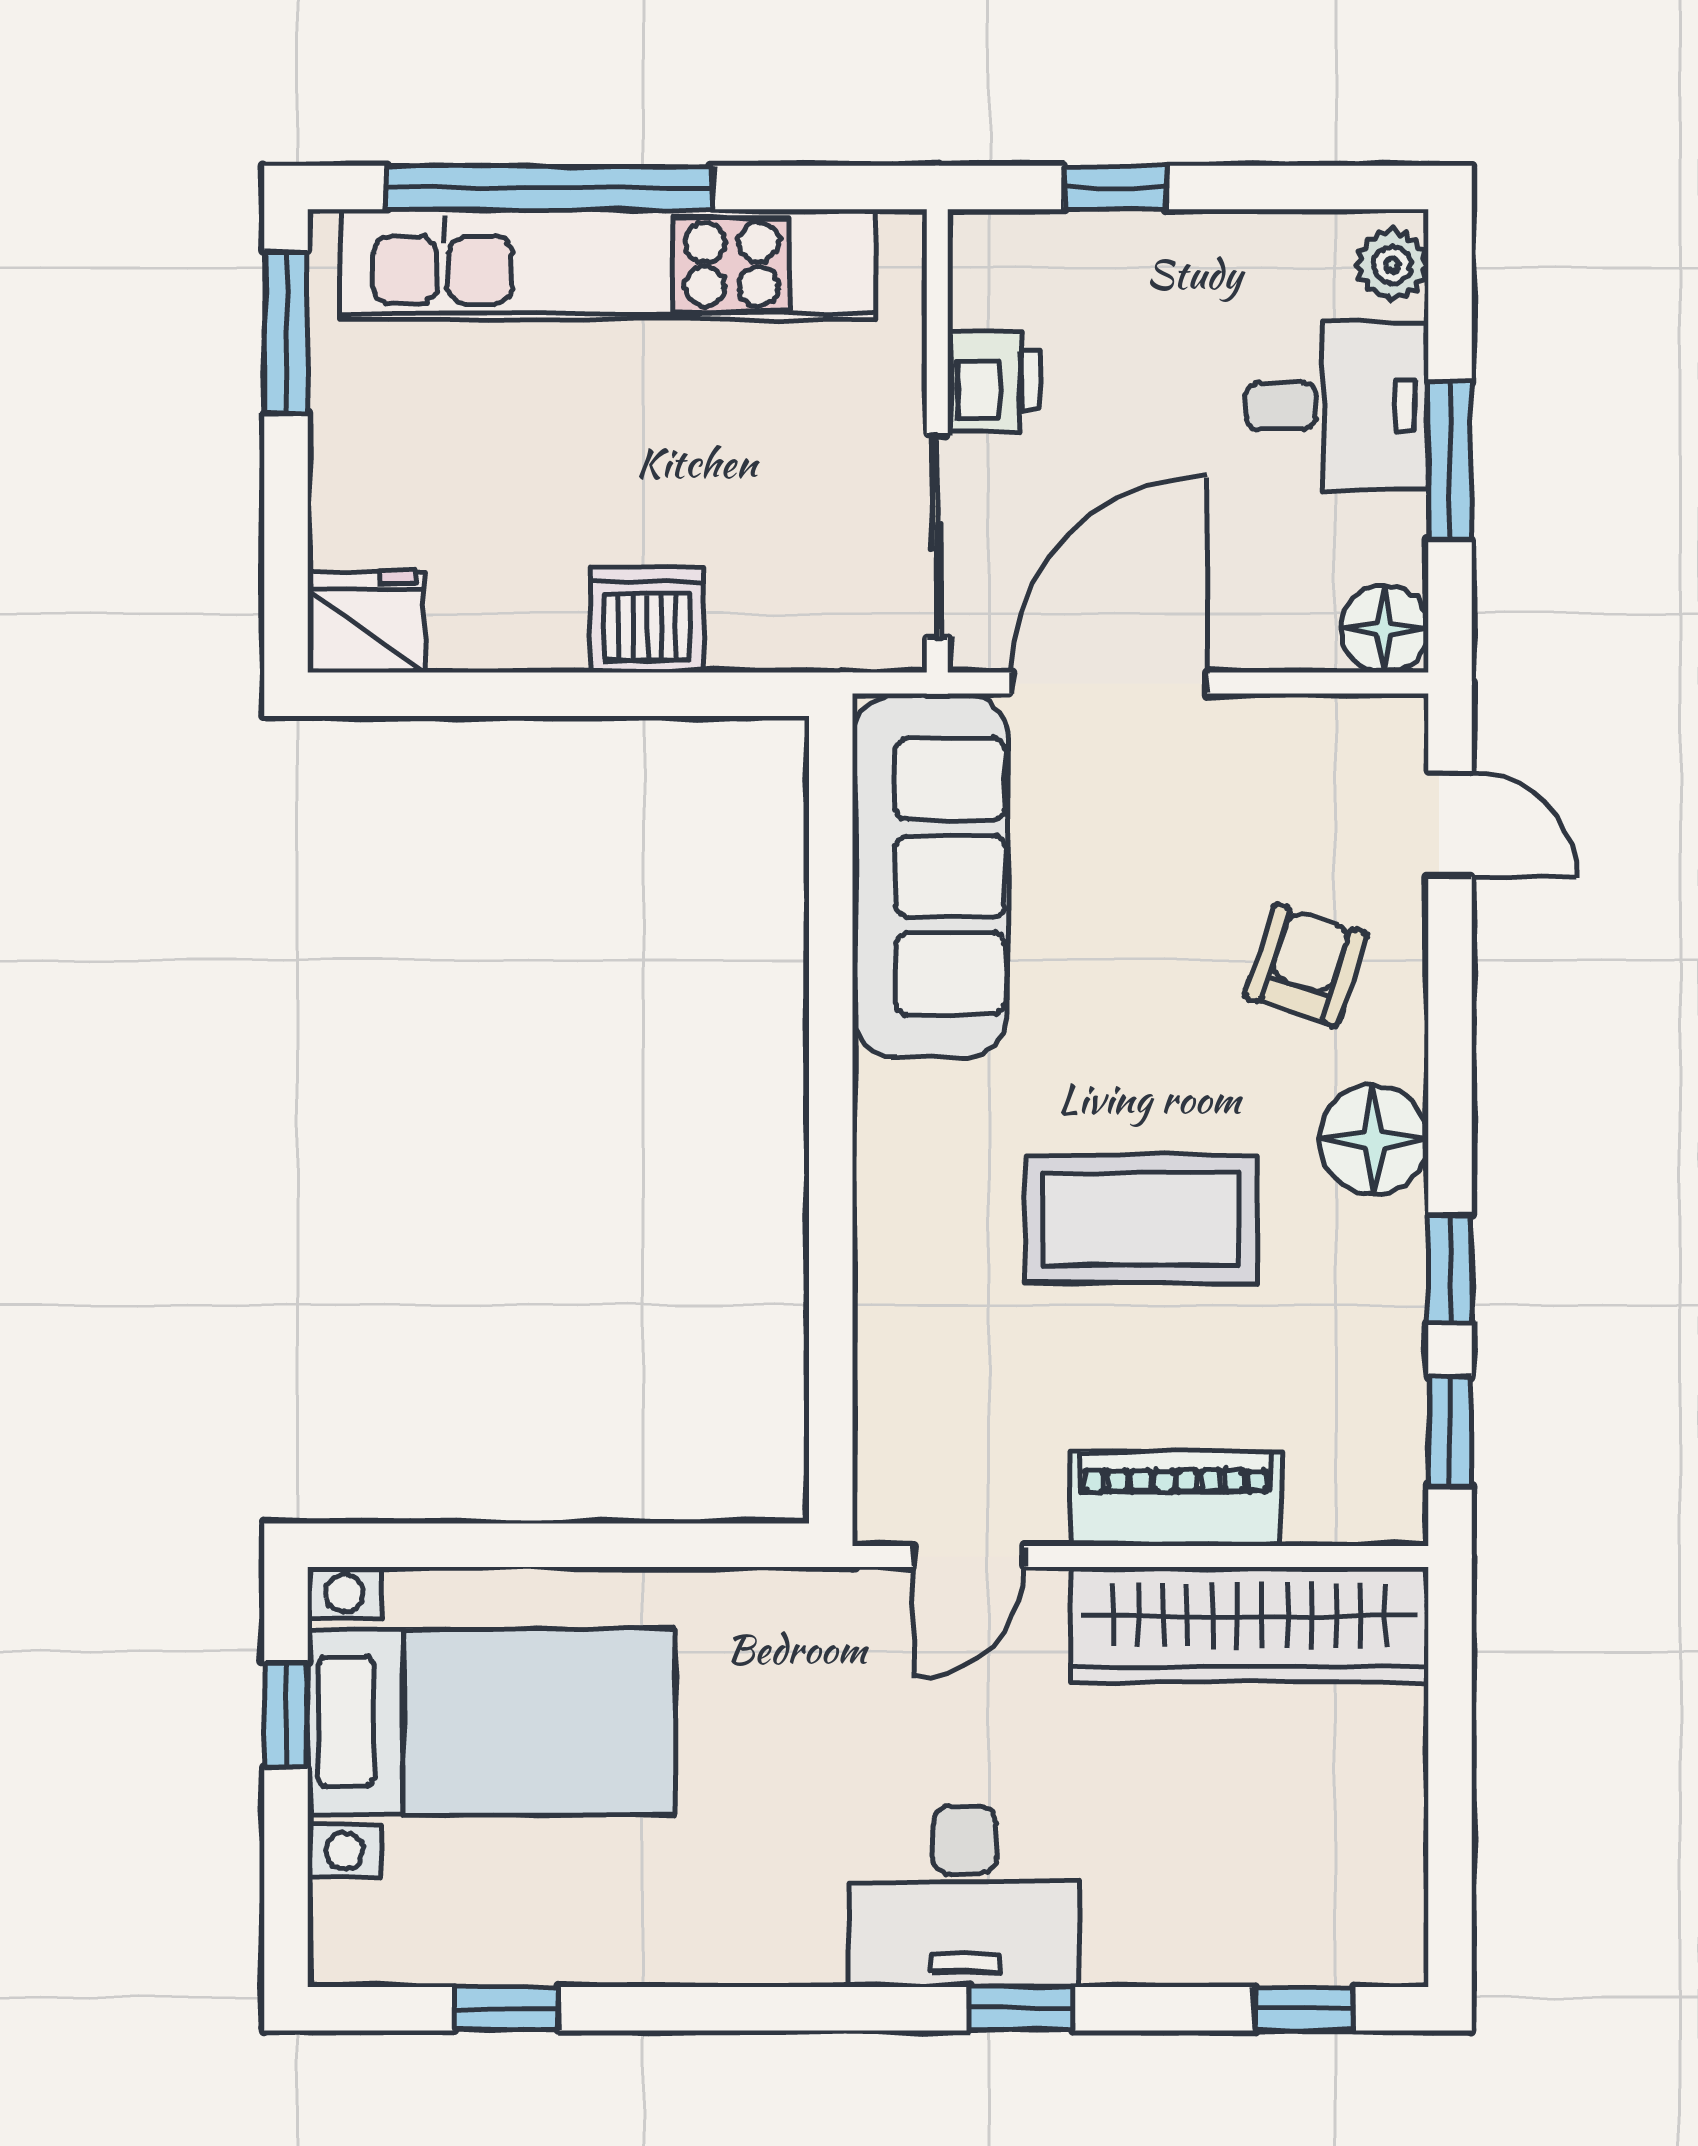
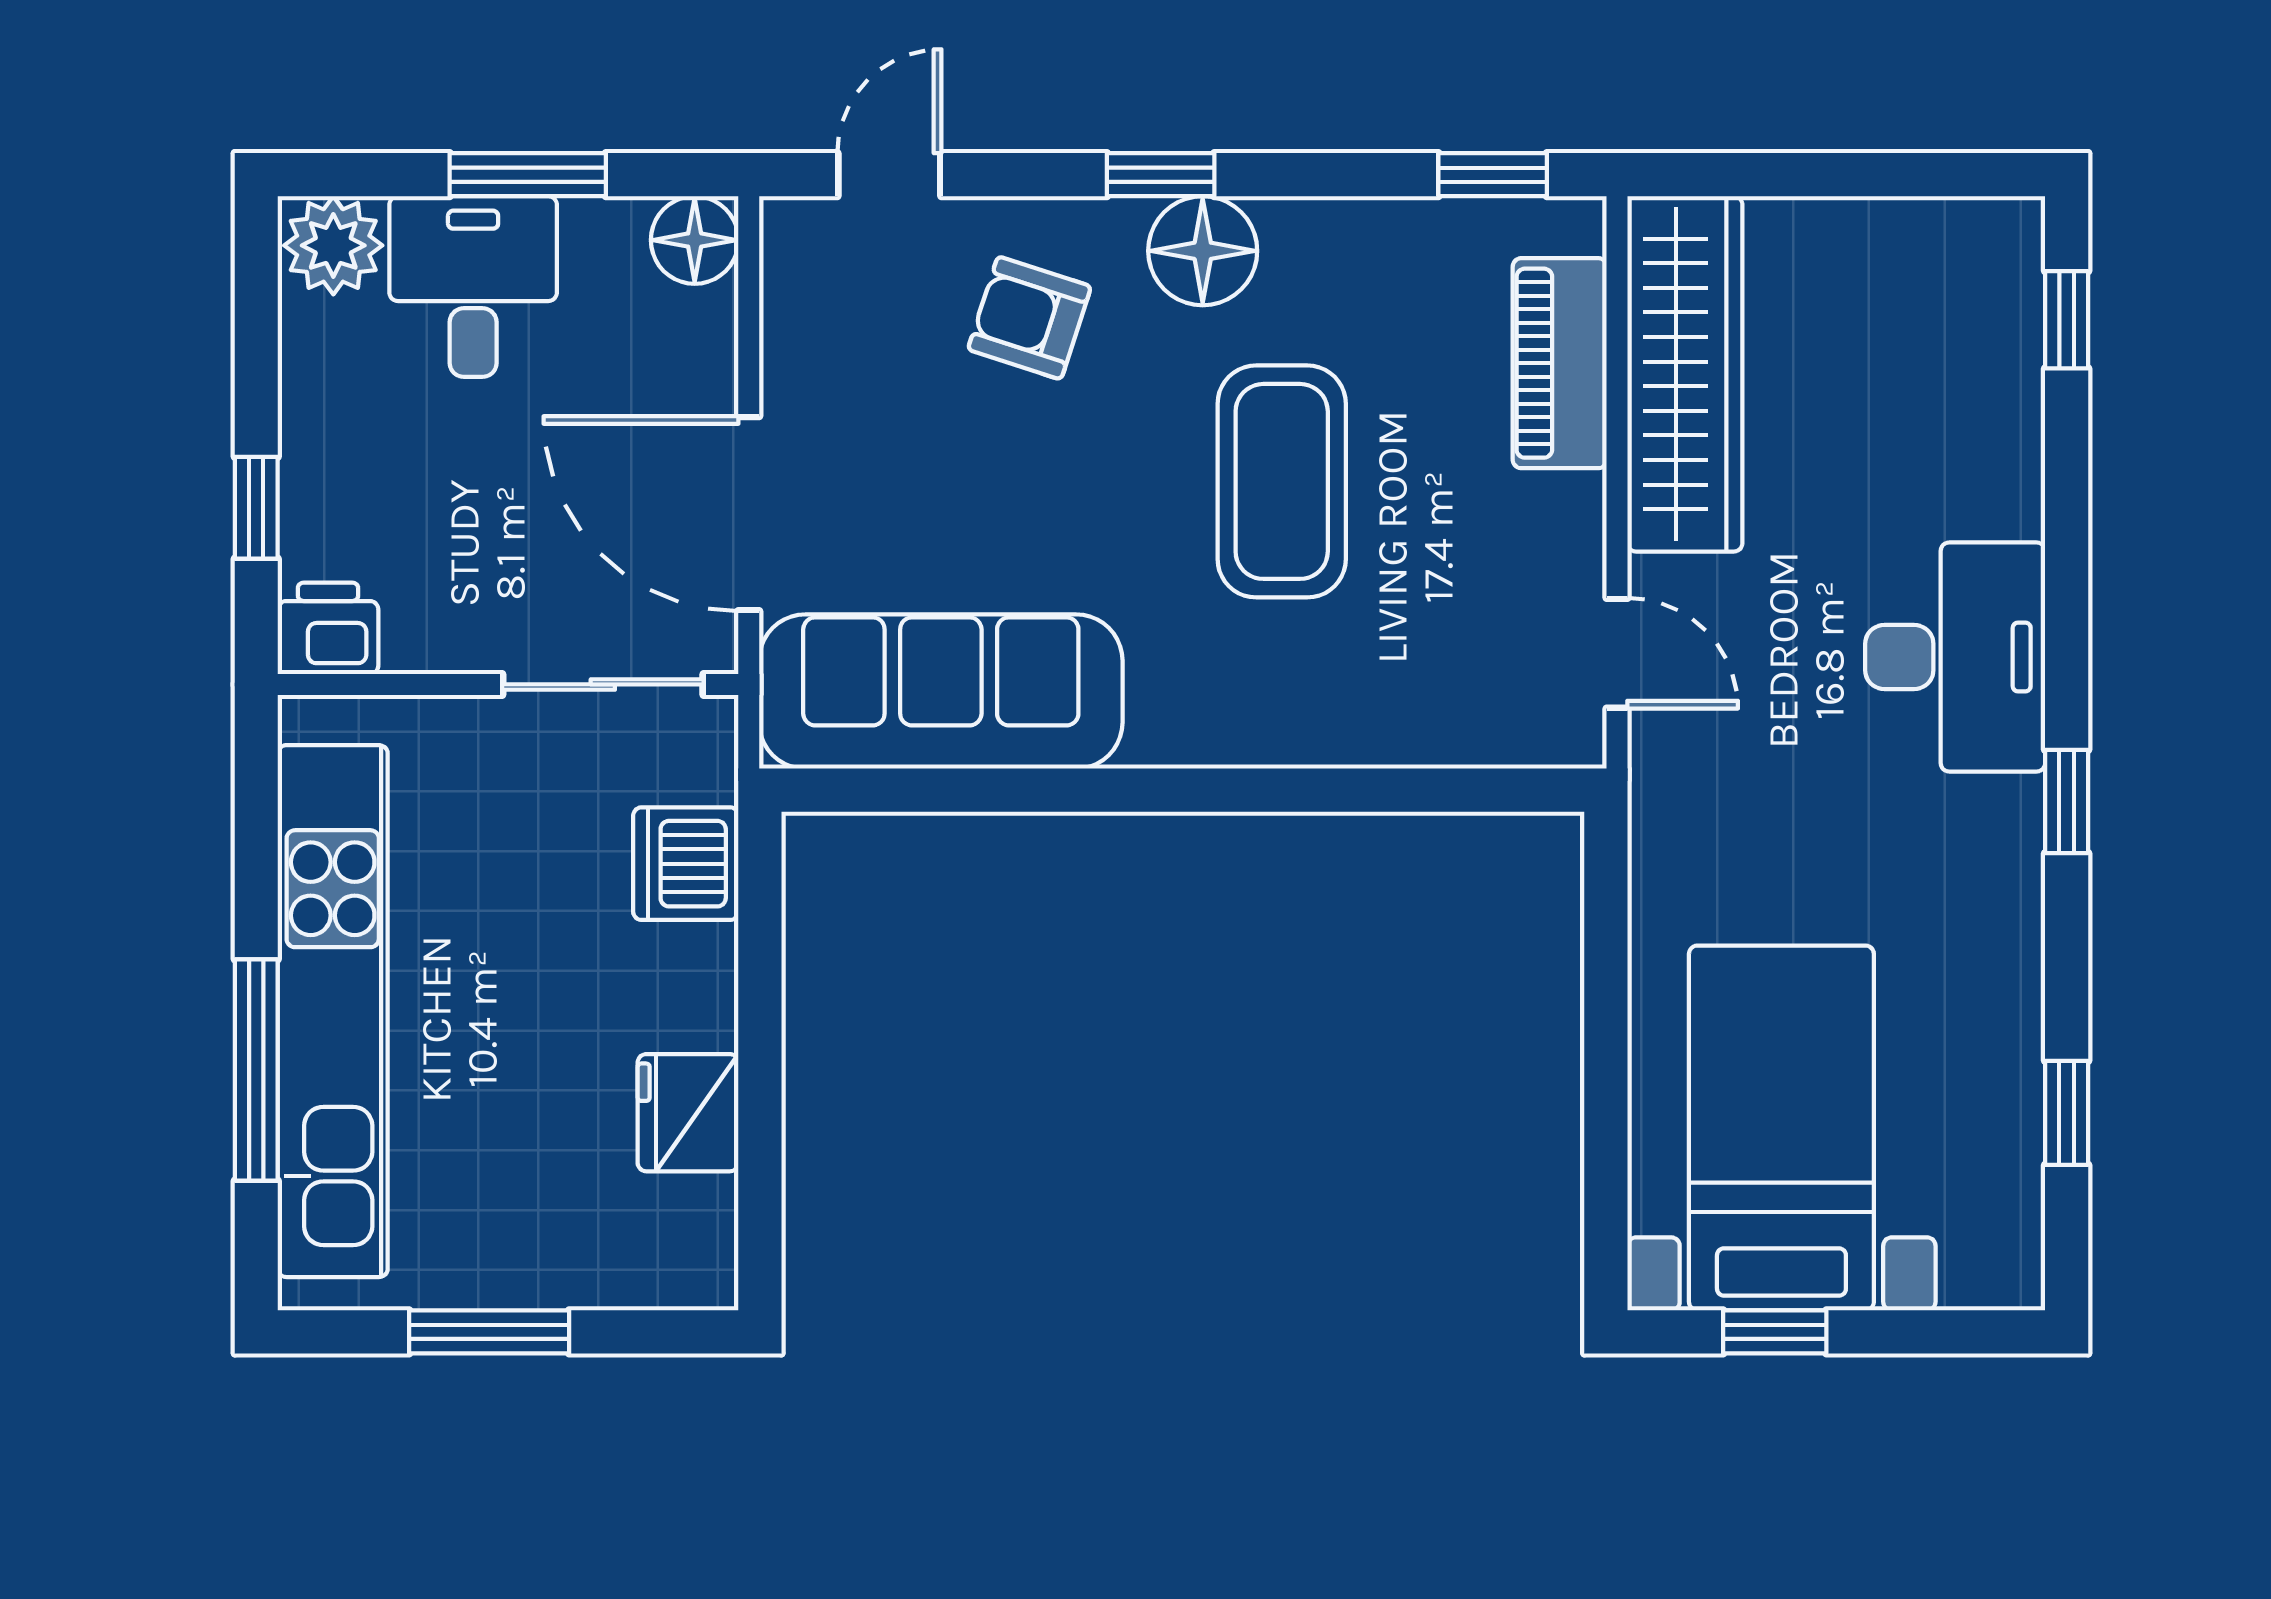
window: (549, 188) -> (256, 1070), width x0.68
plant: (1392, 265) -> (333, 245), width x1.38, depth x1.38
window: (286, 333) -> (489, 1332), moved
printer: (994, 381) -> (328, 628), moved
dishwasher: (647, 620) -> (686, 864), moved
fridge: (367, 622) -> (688, 1113), moved
window: (1450, 1269) -> (1161, 175), moved
piano: (1176, 1499) -> (1560, 363), moved
window: (1021, 2009) -> (2067, 801), moved

